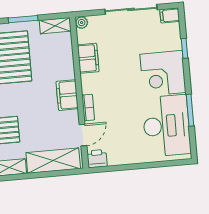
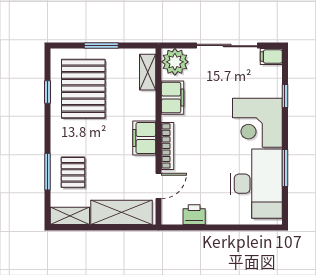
plant: (82, 23) -> (175, 62), width x1.88, depth x1.88
shelving: (55, 26) -> (148, 72), moved, turned 90
bookcase: (88, 107) -> (168, 146), width x1.56
printer: (97, 159) -> (194, 215), moved

